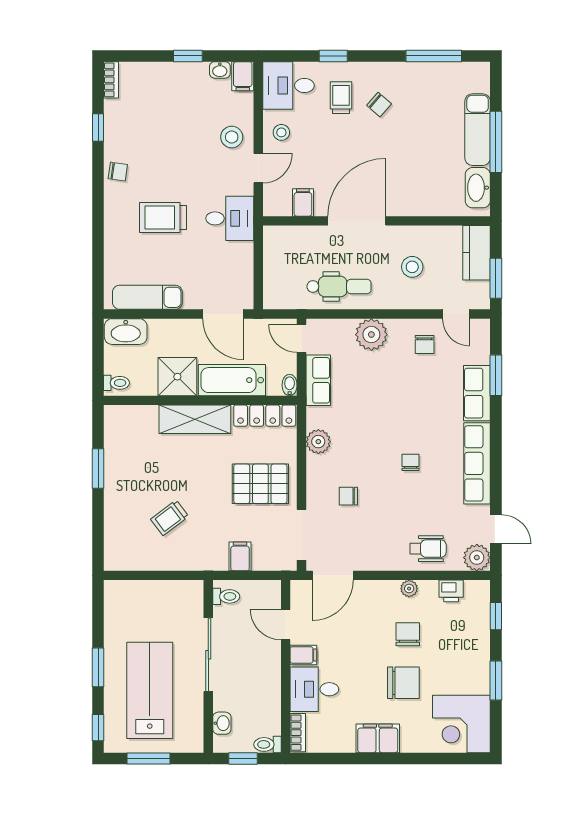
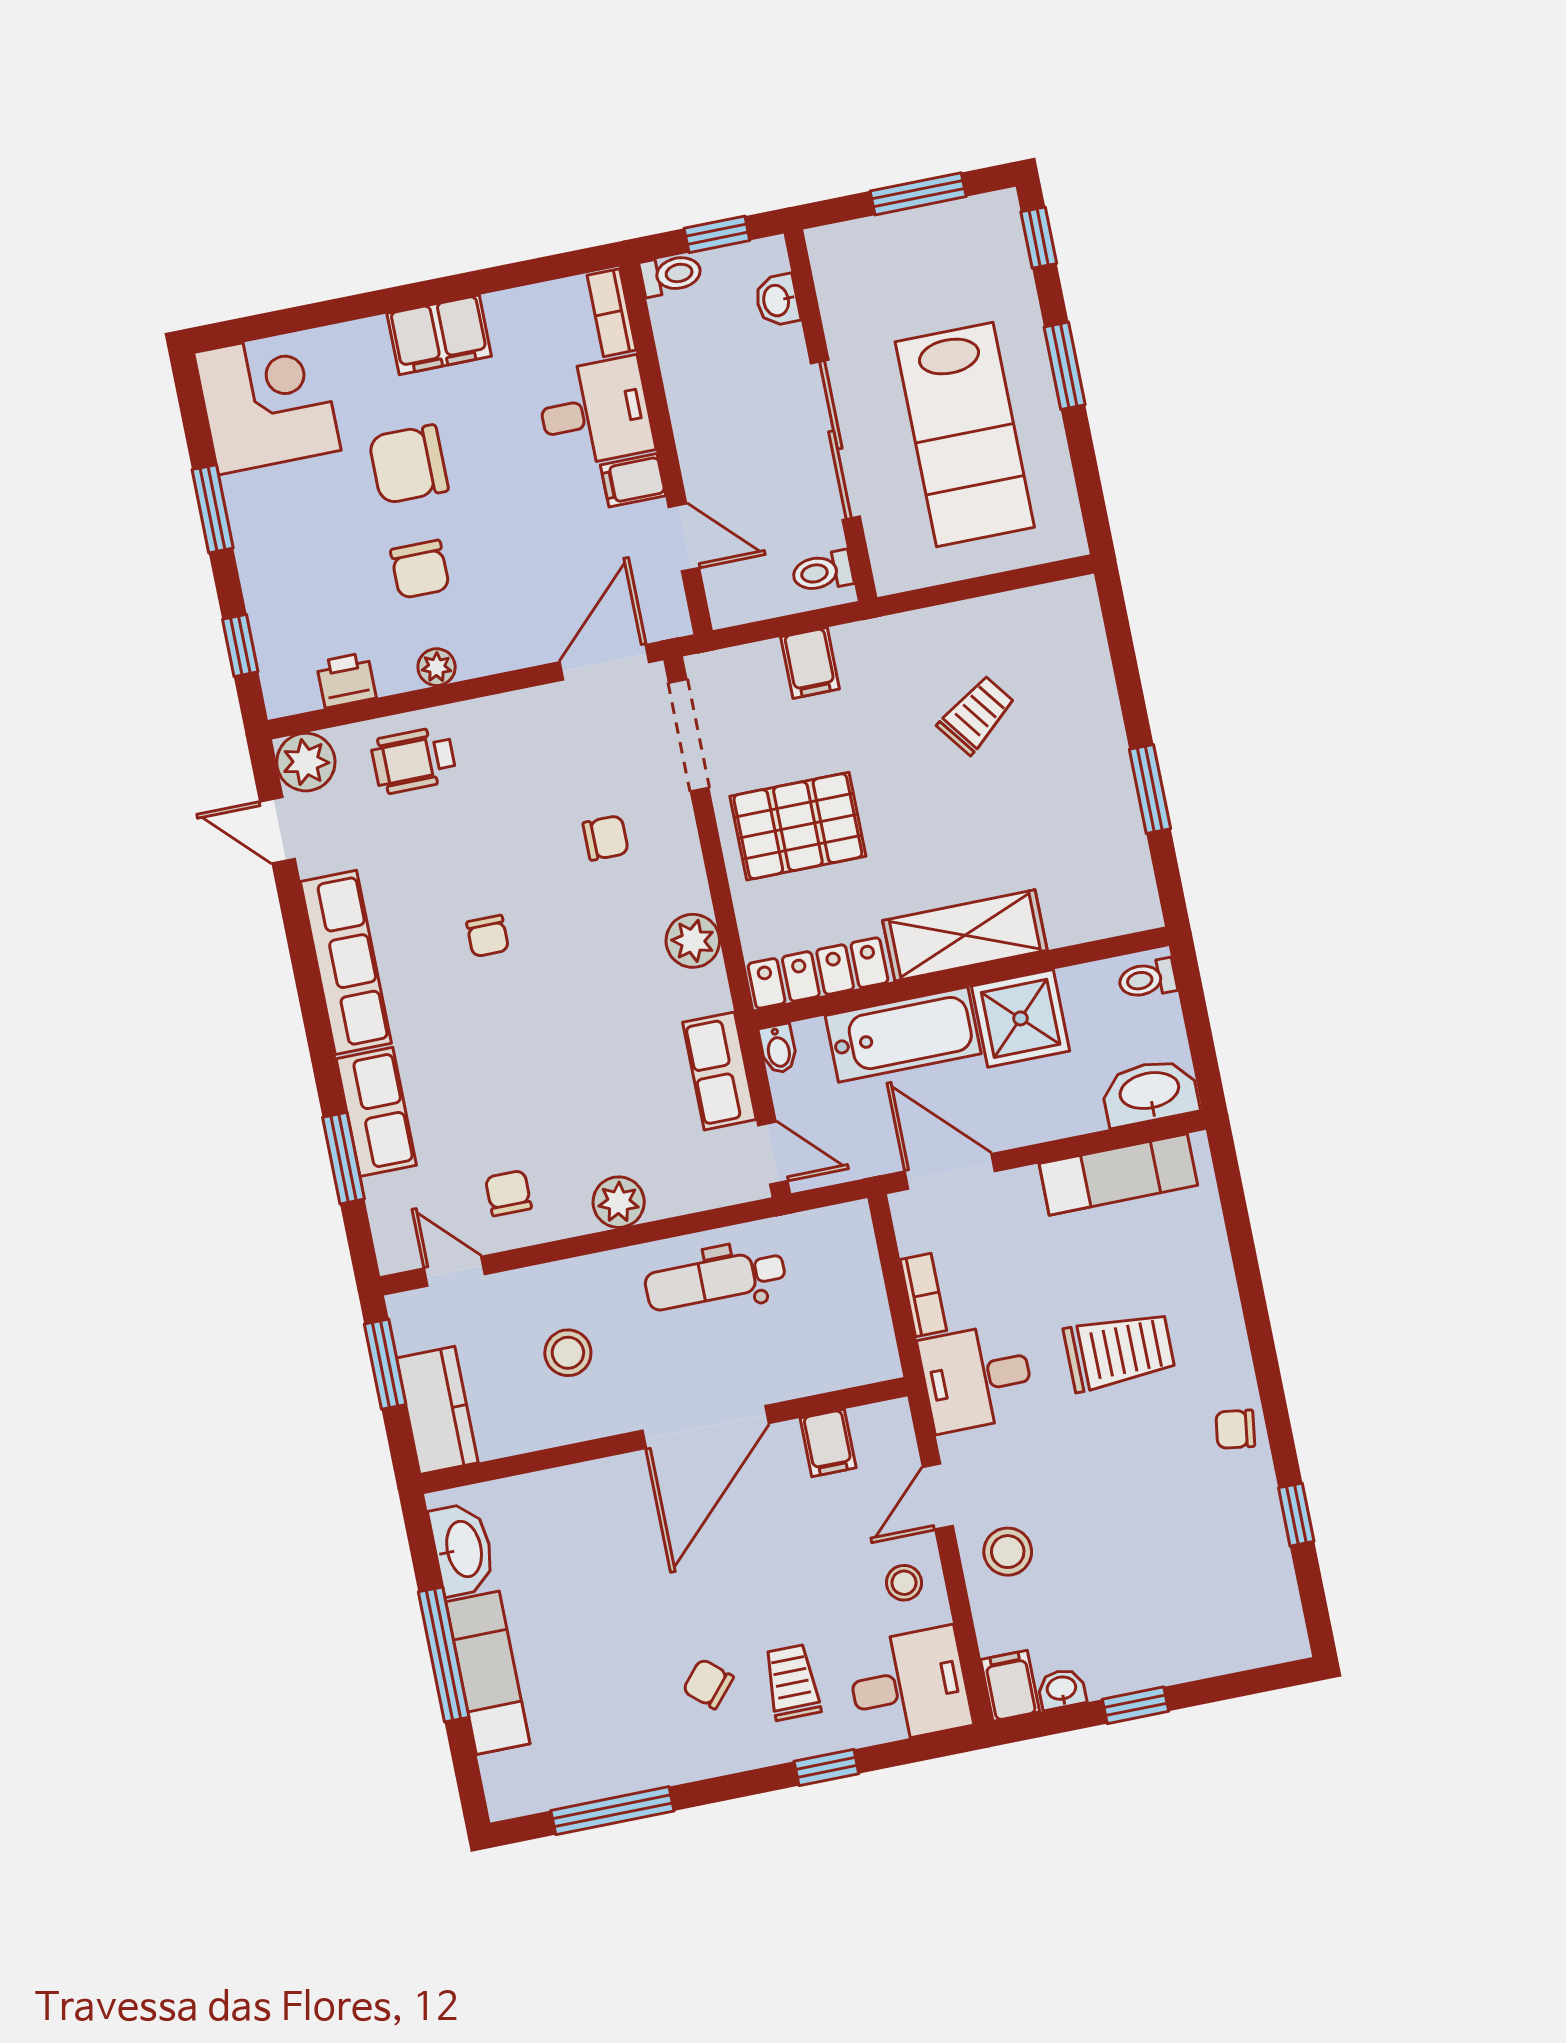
bookcase: (111, 80) -> (923, 1295), moved, turned 180
trolley: (341, 98) -> (792, 1682), turned 180
plant: (371, 335) -> (619, 1202), width x0.73, depth x0.73
lab bench: (150, 690) -> (965, 435), moved

